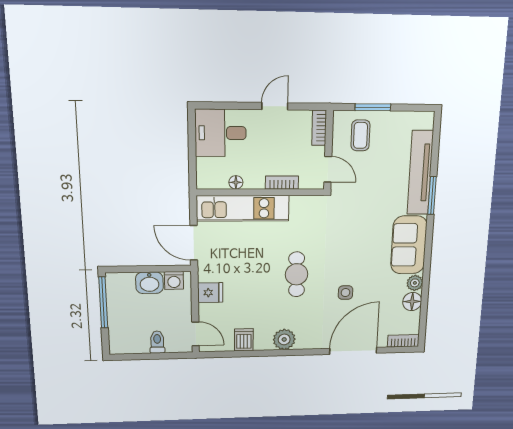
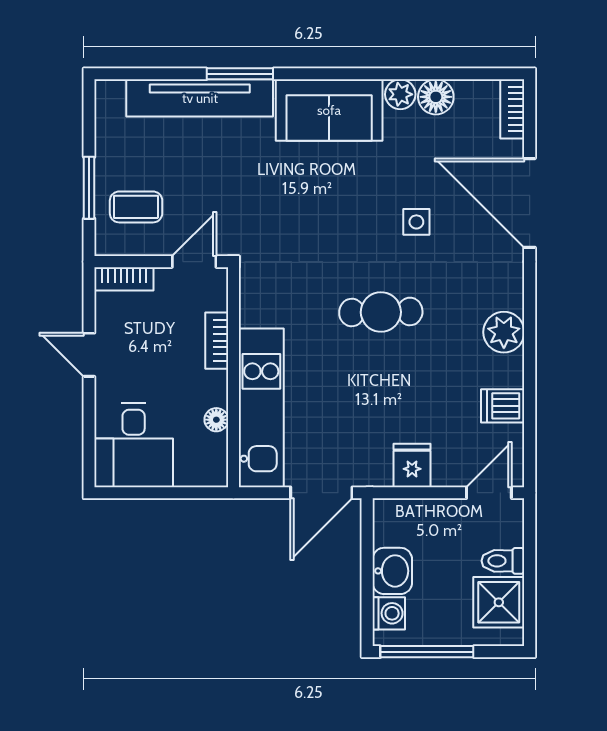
washing machine: (174, 280) -> (389, 613), moved
shower: (134, 340) -> (499, 602), added

